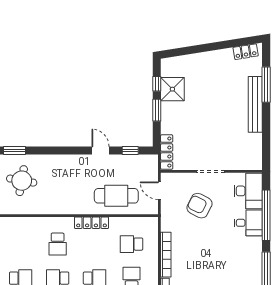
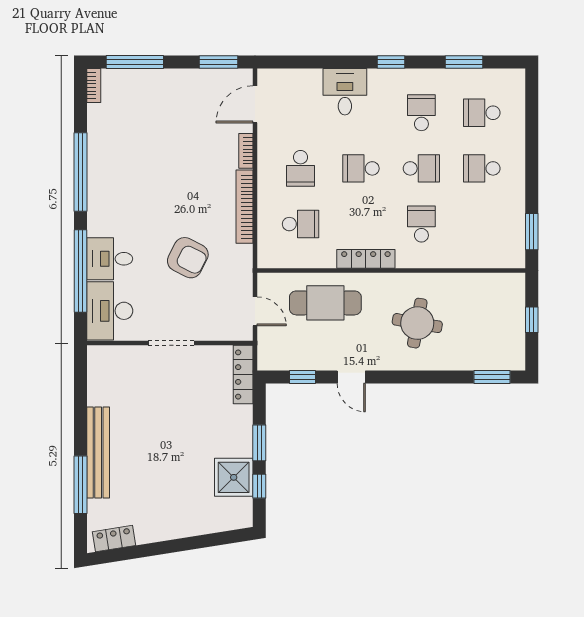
round table: (22, 181) -> (417, 323), moved
armchair: (199, 206) -> (188, 258), moved

